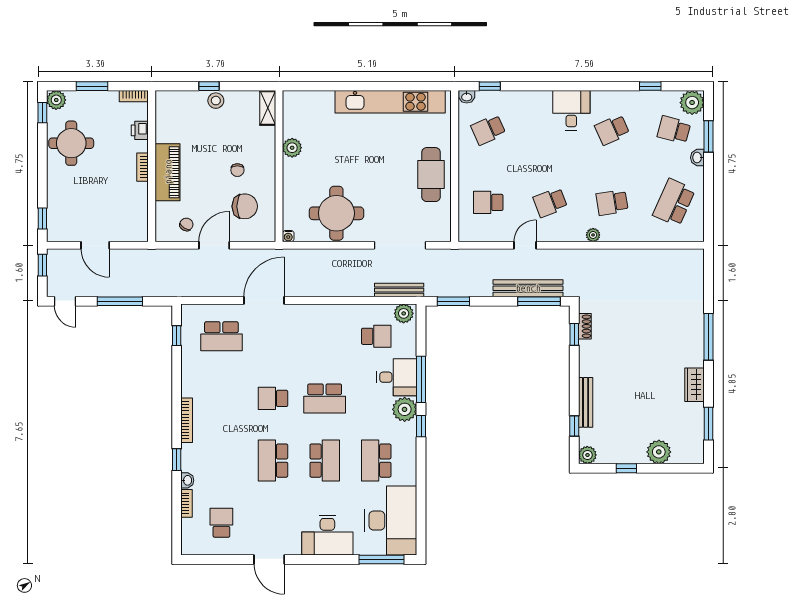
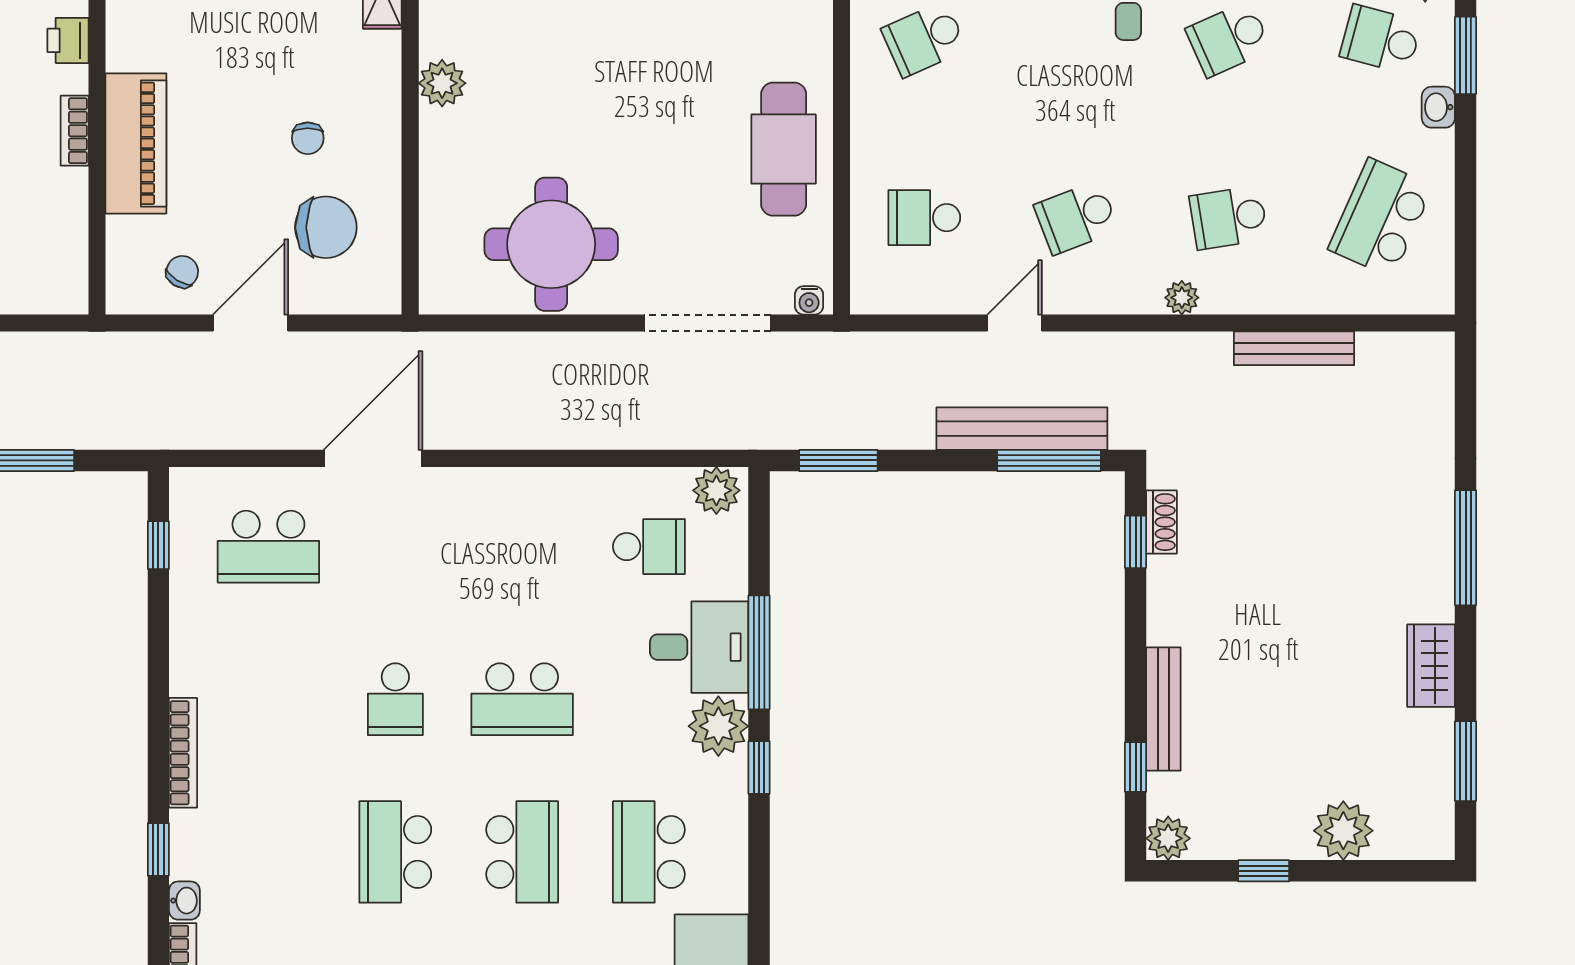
water cooler: (288, 236) -> (809, 300), moved
bench: (399, 290) -> (1294, 348), moved
school desk: (273, 398) -> (395, 699), turned -90

